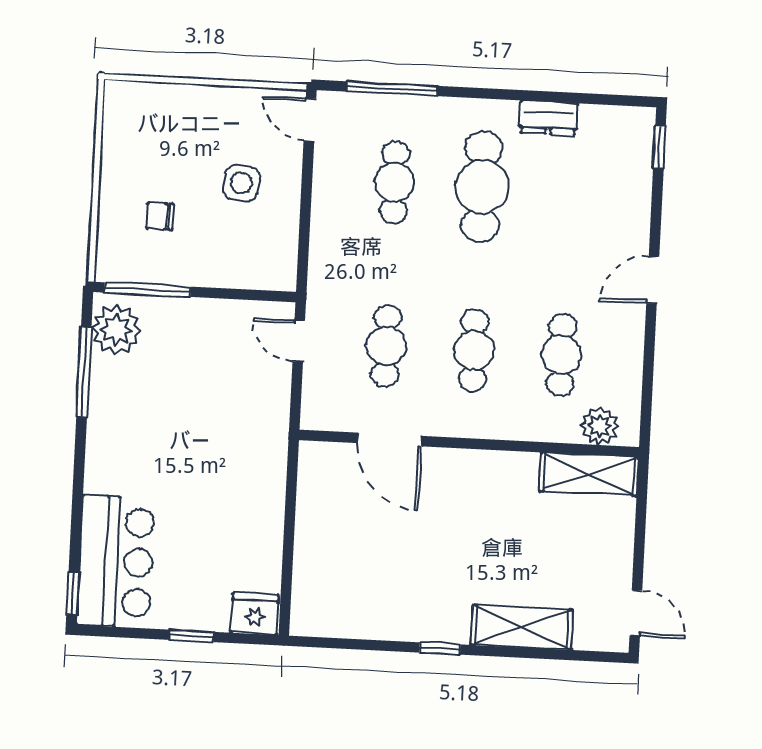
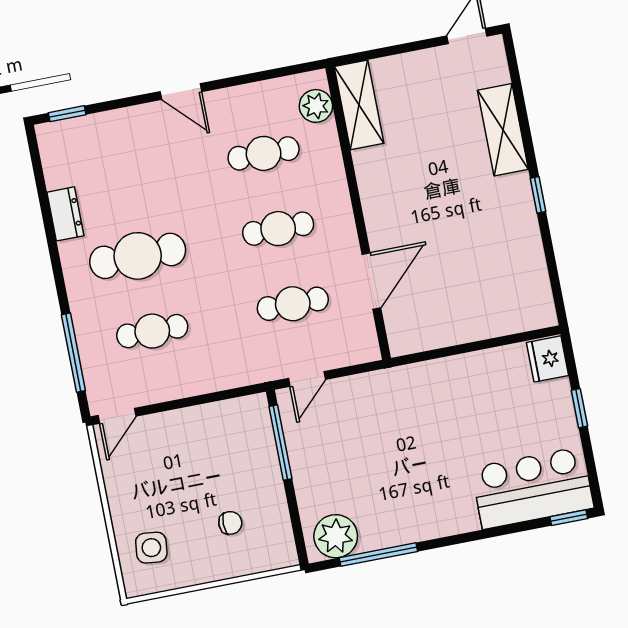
side table: (241, 183) -> (151, 548), moved
chair: (160, 216) -> (230, 523), turned -90
window: (147, 290) -> (280, 443), moved

